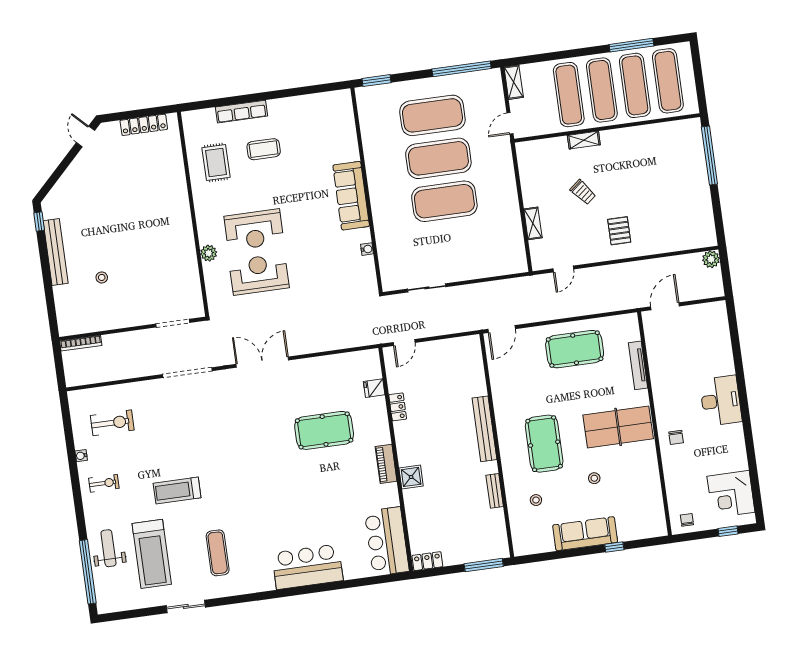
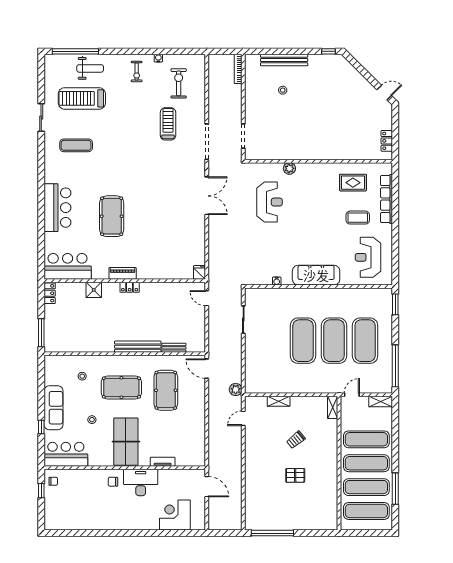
row of seats: (241, 112) -> (387, 199), width x1.36
door: (510, 123) -> (352, 395), hinge flipped
locker: (144, 125) -> (387, 141), width x0.66
shelving: (584, 140) -> (333, 407), moved
coffee table: (264, 149) -> (358, 218), turned 90
window: (709, 156) -> (272, 533), moved
reception desk: (254, 230) -> (368, 257), moved
pallet: (619, 231) -> (295, 475), moved
bench: (56, 252) -> (284, 60), moved
plant: (711, 259) -> (236, 389), moved
door: (563, 269) -> (243, 418), hinge flipped
pool table: (575, 349) -> (166, 390), moved
tv unit: (638, 365) -> (163, 462), width x0.71
fridge: (374, 388) -> (200, 272), moved
desk: (721, 401) -> (141, 482), moved, turned 180
locker: (398, 407) -> (130, 287), moved
exercise bike: (112, 423) -> (179, 83), turned 180
pool table: (324, 430) -> (112, 216), moved
shower: (411, 477) -> (94, 290), moved
treadmill: (177, 491) -> (168, 124), moved
bench: (495, 491) -> (174, 348), moved
corner desk: (731, 494) -> (175, 515), moved
bar counter: (647, 508) -> (66, 454), added
window: (728, 531) -> (41, 491), moved

